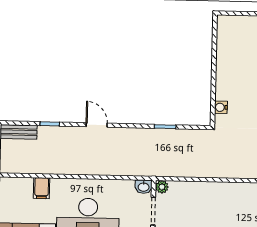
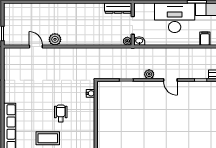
plant: (129, 135) -> (149, 74), added

